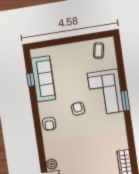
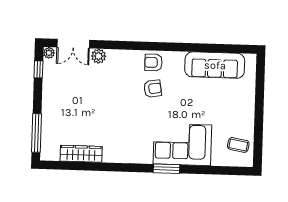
window: (31, 80) -> (217, 48), removed
armchair: (78, 109) -> (153, 89), moved

